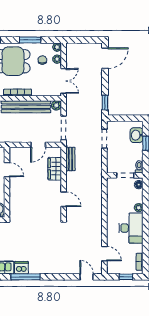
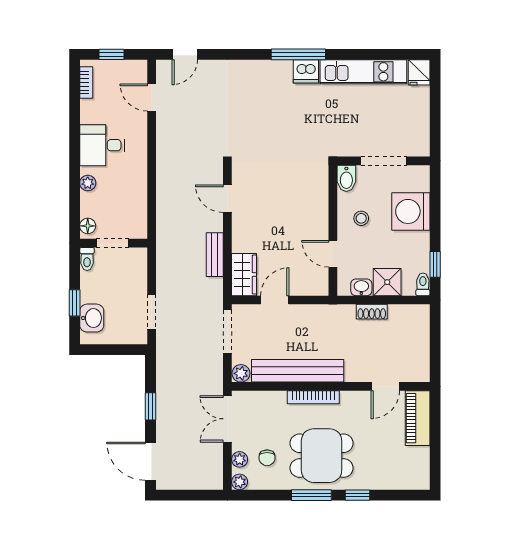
window: (30, 40) -> (311, 495), moved
door: (105, 58) -> (150, 461), hinge flipped
window: (105, 103) -> (150, 406), moved
bench: (70, 159) -> (215, 255), moved
wardrobe: (55, 169) -> (244, 275), moved
desk: (131, 228) -> (102, 145), width x0.73
door: (87, 277) -> (185, 54), hinge flipped

